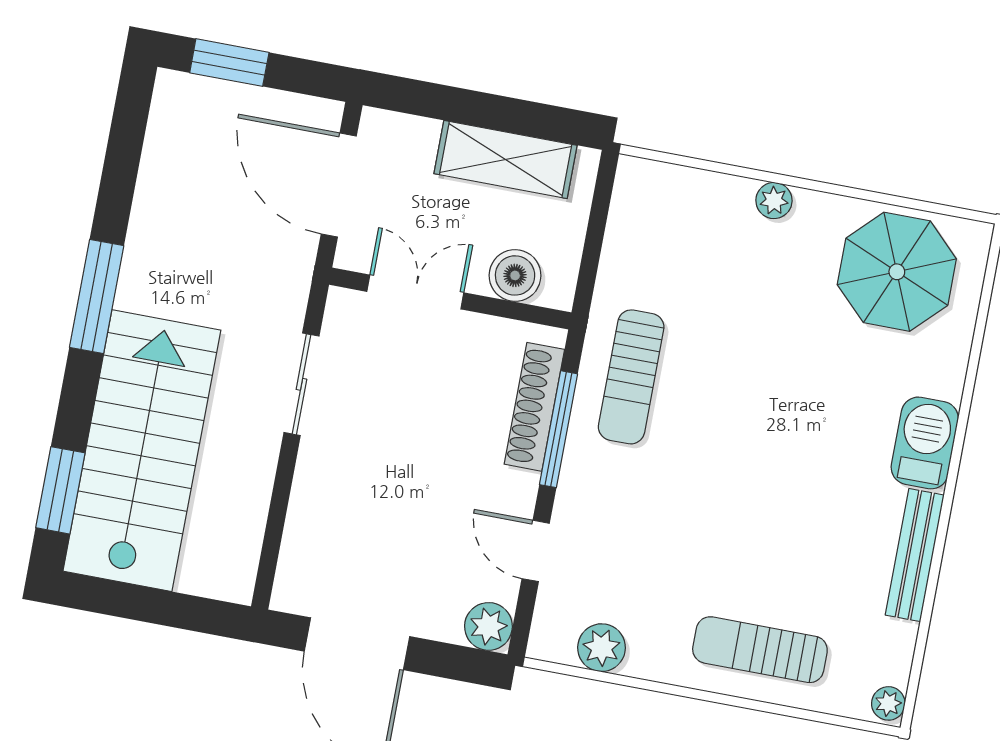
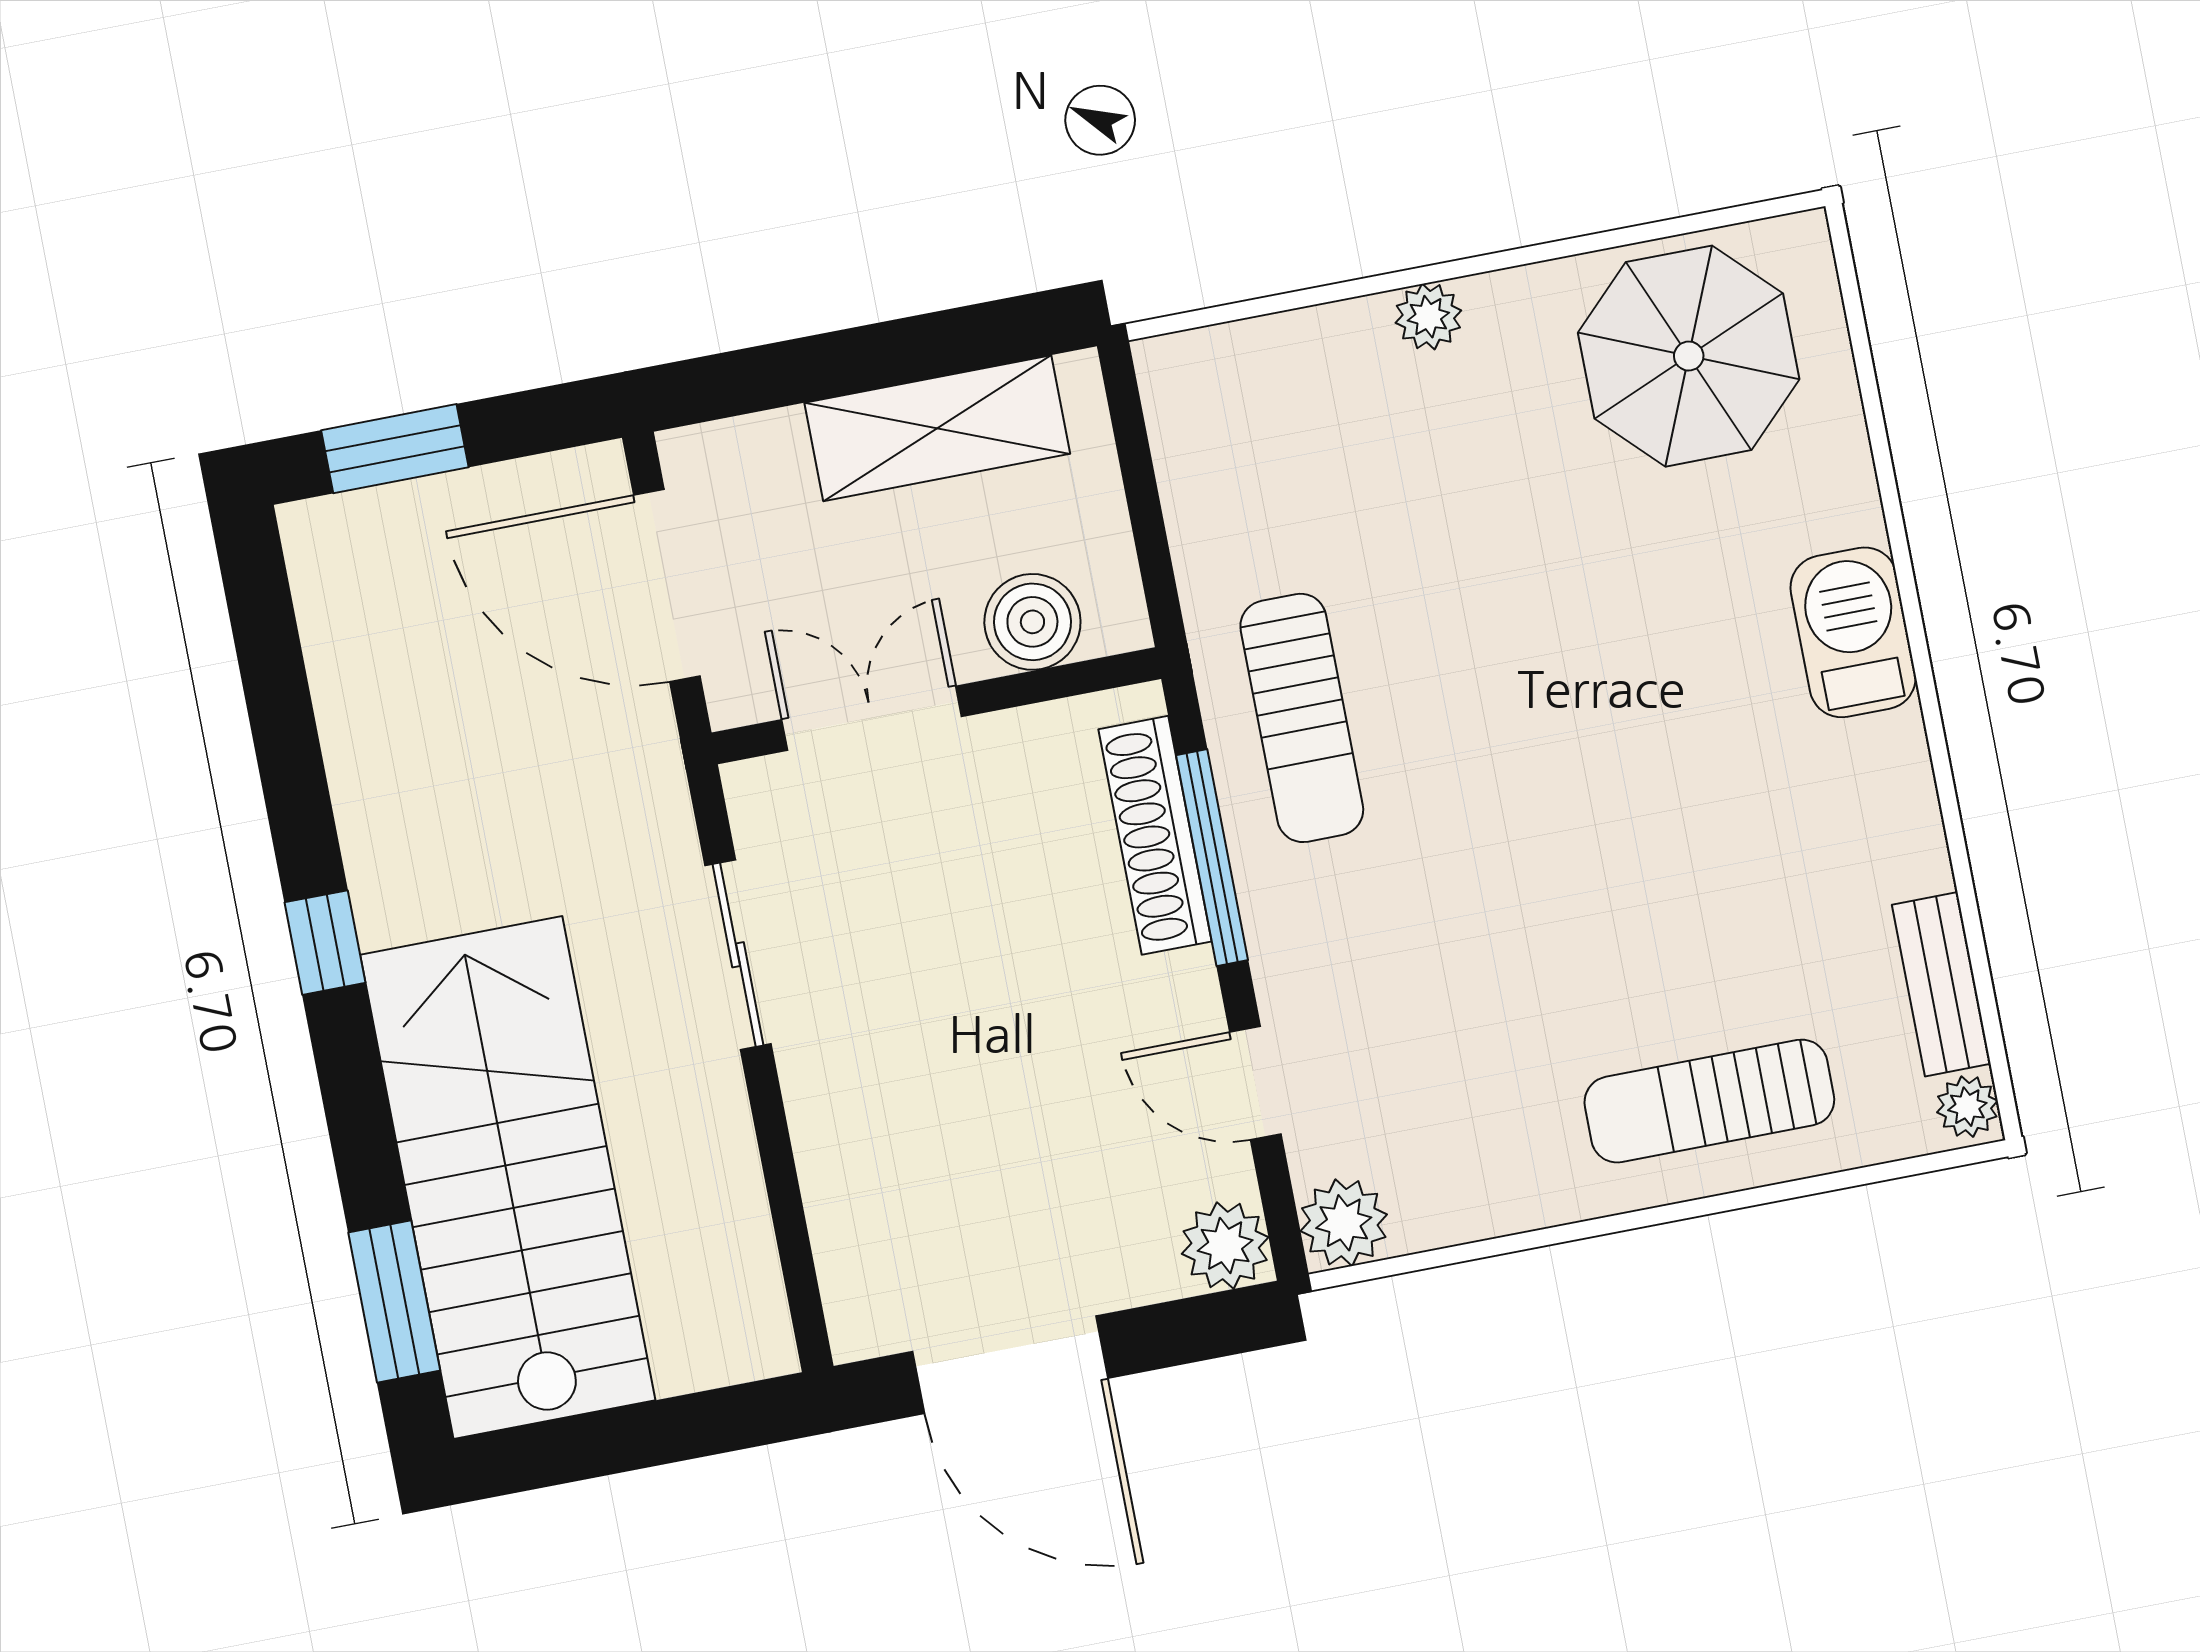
window: (97, 297) -> (325, 943), width x0.46
bench: (915, 555) -> (1941, 984), moved, width x0.73
plant: (602, 648) -> (1344, 1223), moved

